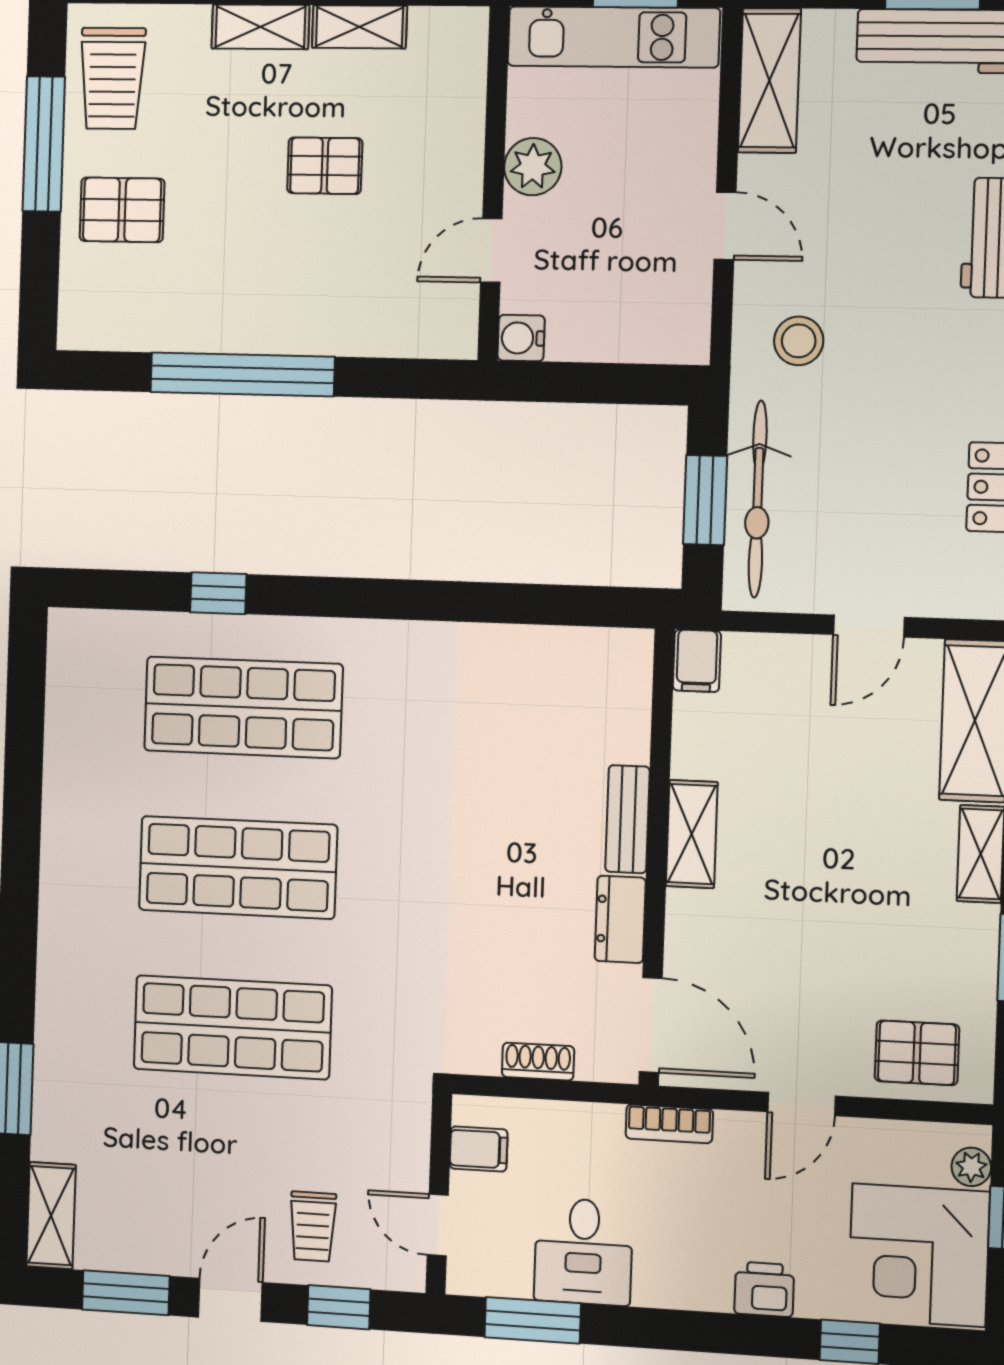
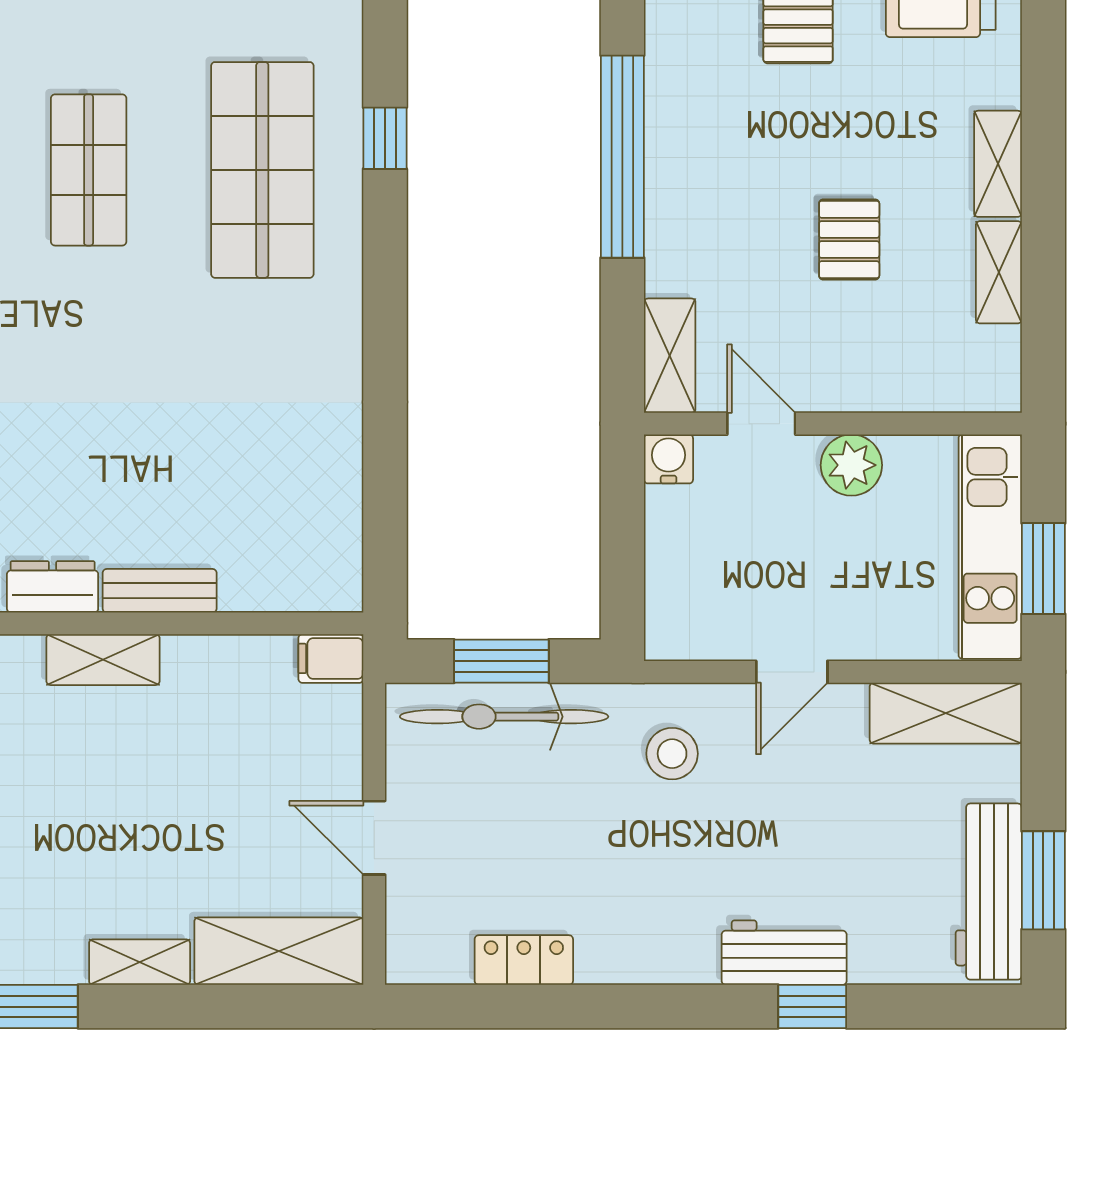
shelving: (426, 335) -> (670, 356), added
shelving: (692, 834) -> (103, 660), moved
shop shelf: (238, 867) -> (89, 170), width x0.70, depth x0.74

